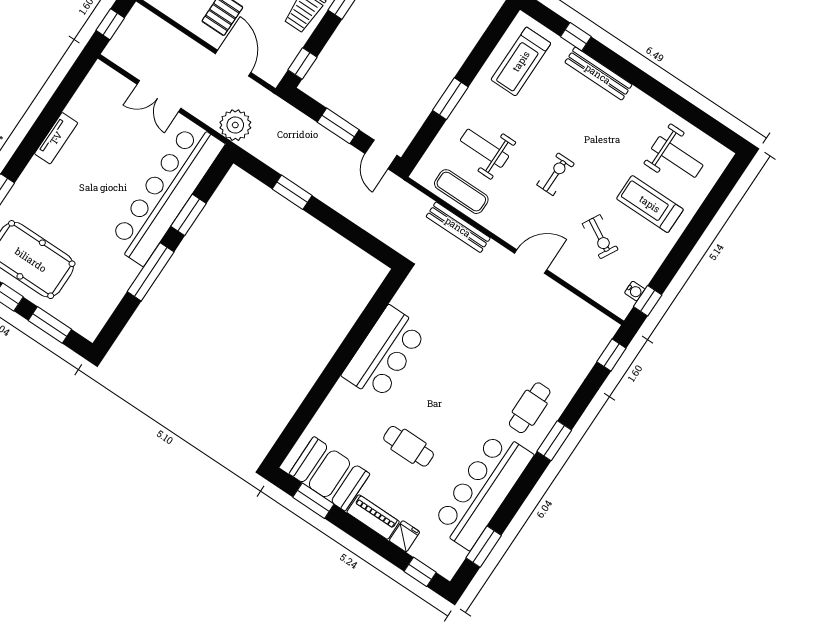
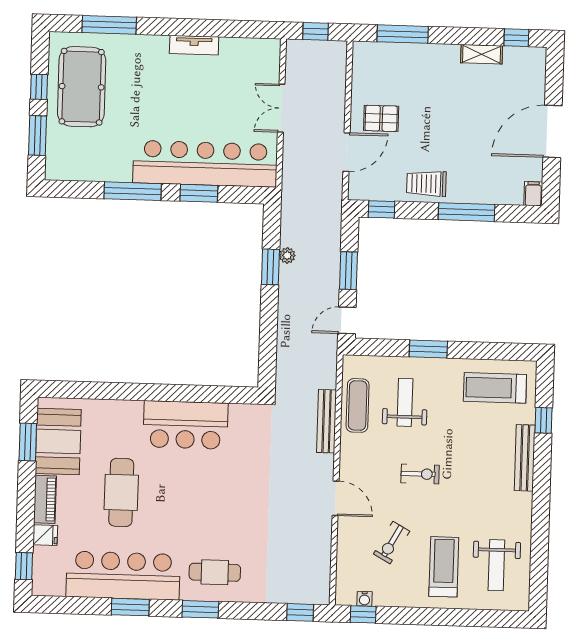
plant: (235, 125) -> (287, 255), moved, width x0.53, depth x0.53
cafe table: (409, 446) -> (121, 492), width x1.37, depth x1.35
window: (484, 547) -> (130, 607), moved

